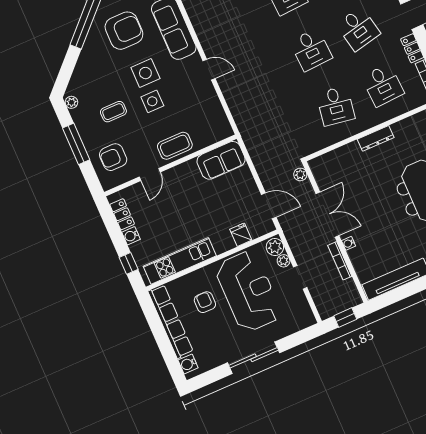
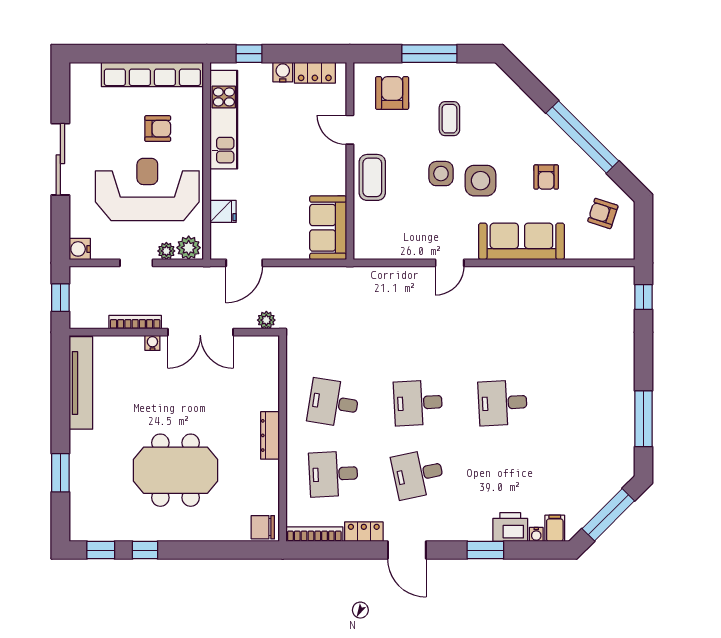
armchair: (124, 31) -> (546, 177), width x0.53, depth x0.53
plant: (71, 102) -> (485, 71), removed
reception desk: (248, 291) -> (147, 190), turned 180
water cooler: (188, 364) -> (80, 249), moved, turned -90

